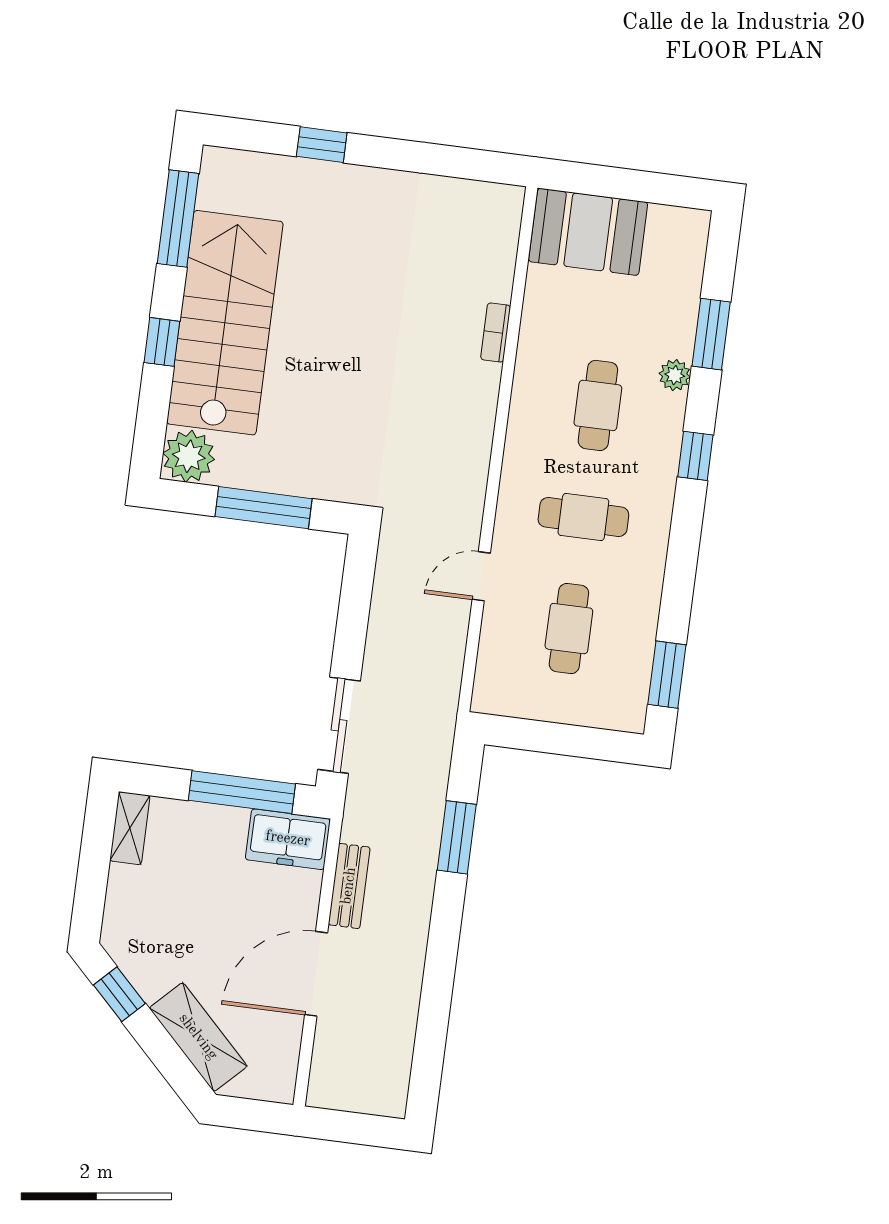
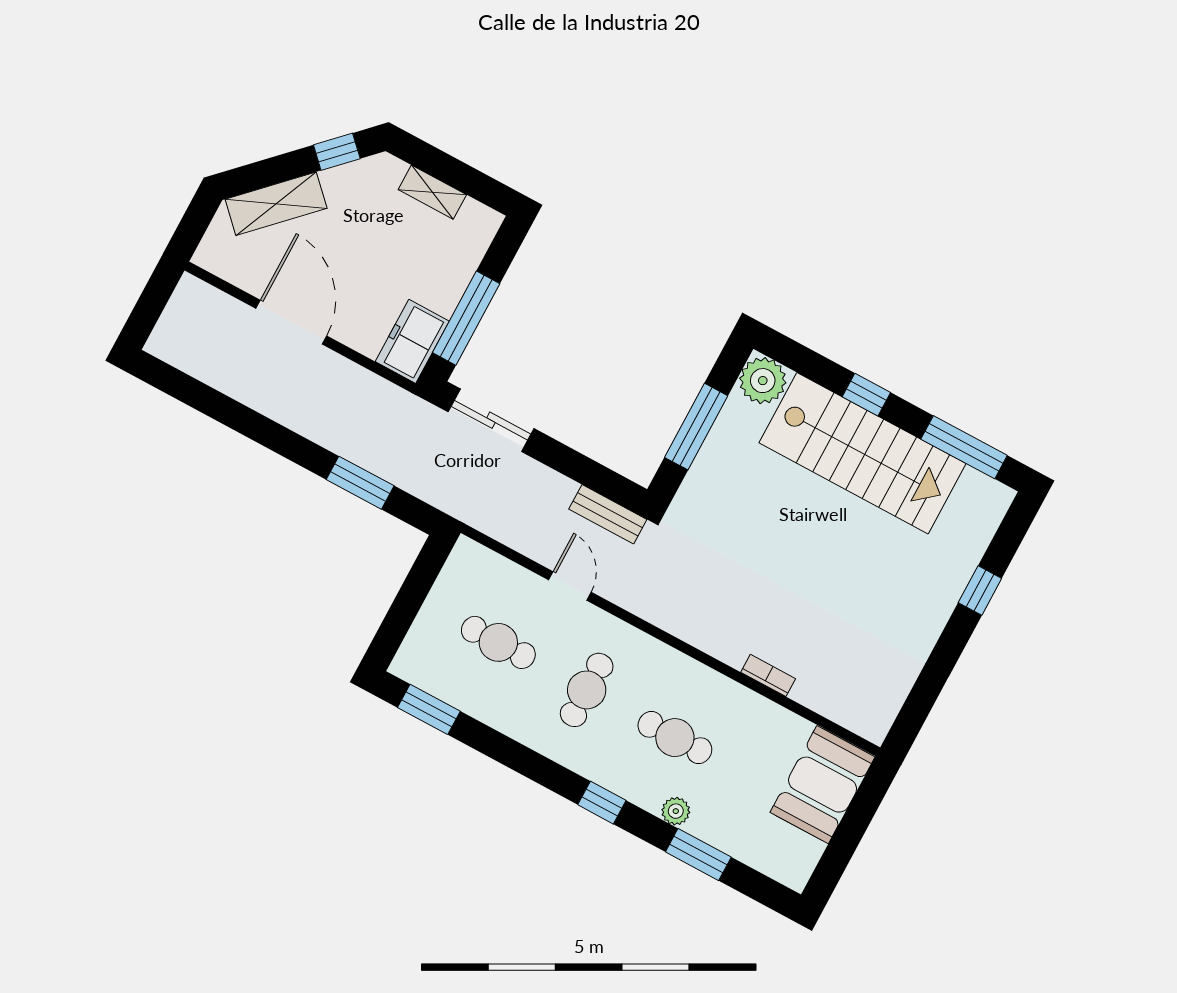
shelving: (130, 828) -> (432, 192), moved
bench: (349, 886) -> (608, 514), moved

